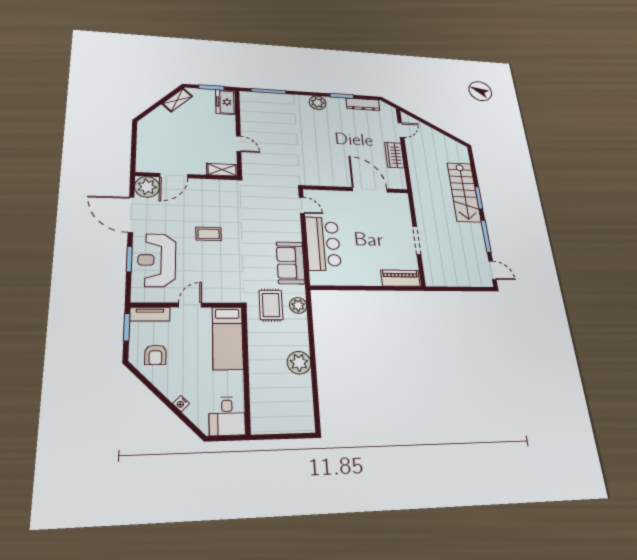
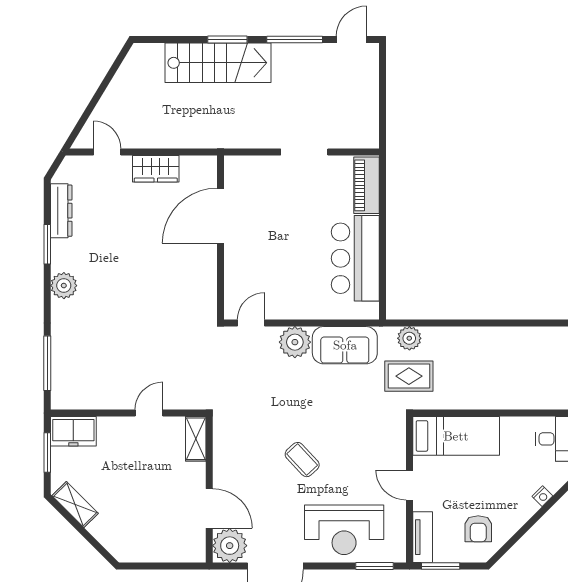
coffee table: (209, 234) -> (302, 460), turned -43
bar counter: (323, 244) -> (355, 258), moved, turned -90
window: (129, 259) -> (375, 566), moved
armchair: (155, 355) -> (478, 529), turned 90
plant: (299, 363) -> (295, 342), moved

